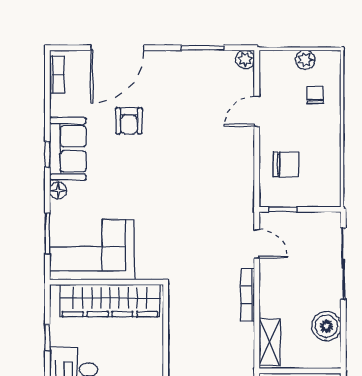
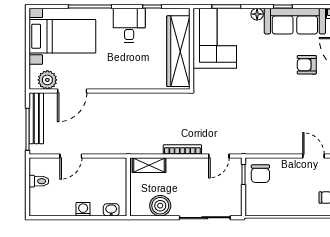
sofa: (68, 149) -> (295, 21), width x1.36
chair: (286, 164) -> (260, 174), moved

